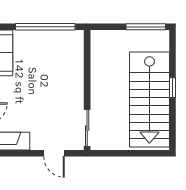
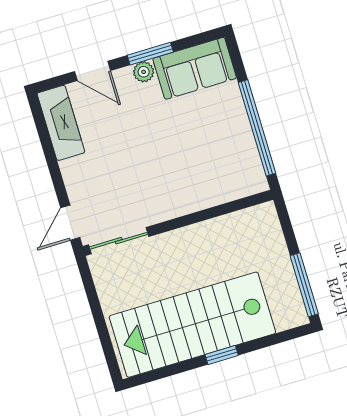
door: (54, 153) -> (70, 223), moved

